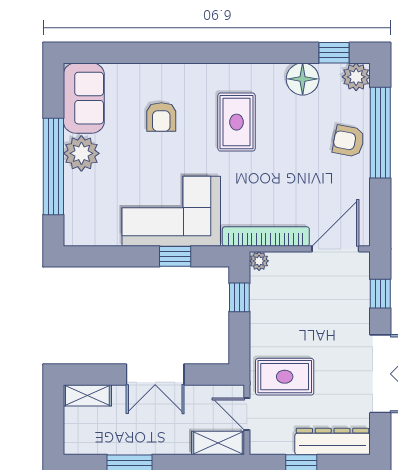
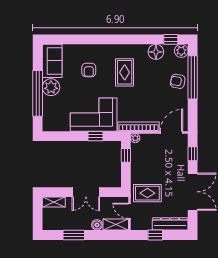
boiler: (178, 444) -> (97, 225), added

